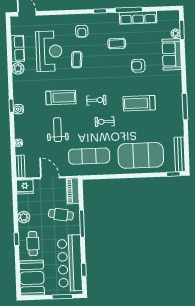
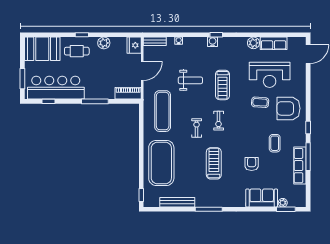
armchair: (82, 31) -> (288, 108), width x1.88, depth x1.88
bench: (180, 154) -> (177, 202), moved
cafe table: (61, 215) -> (105, 80), removed

